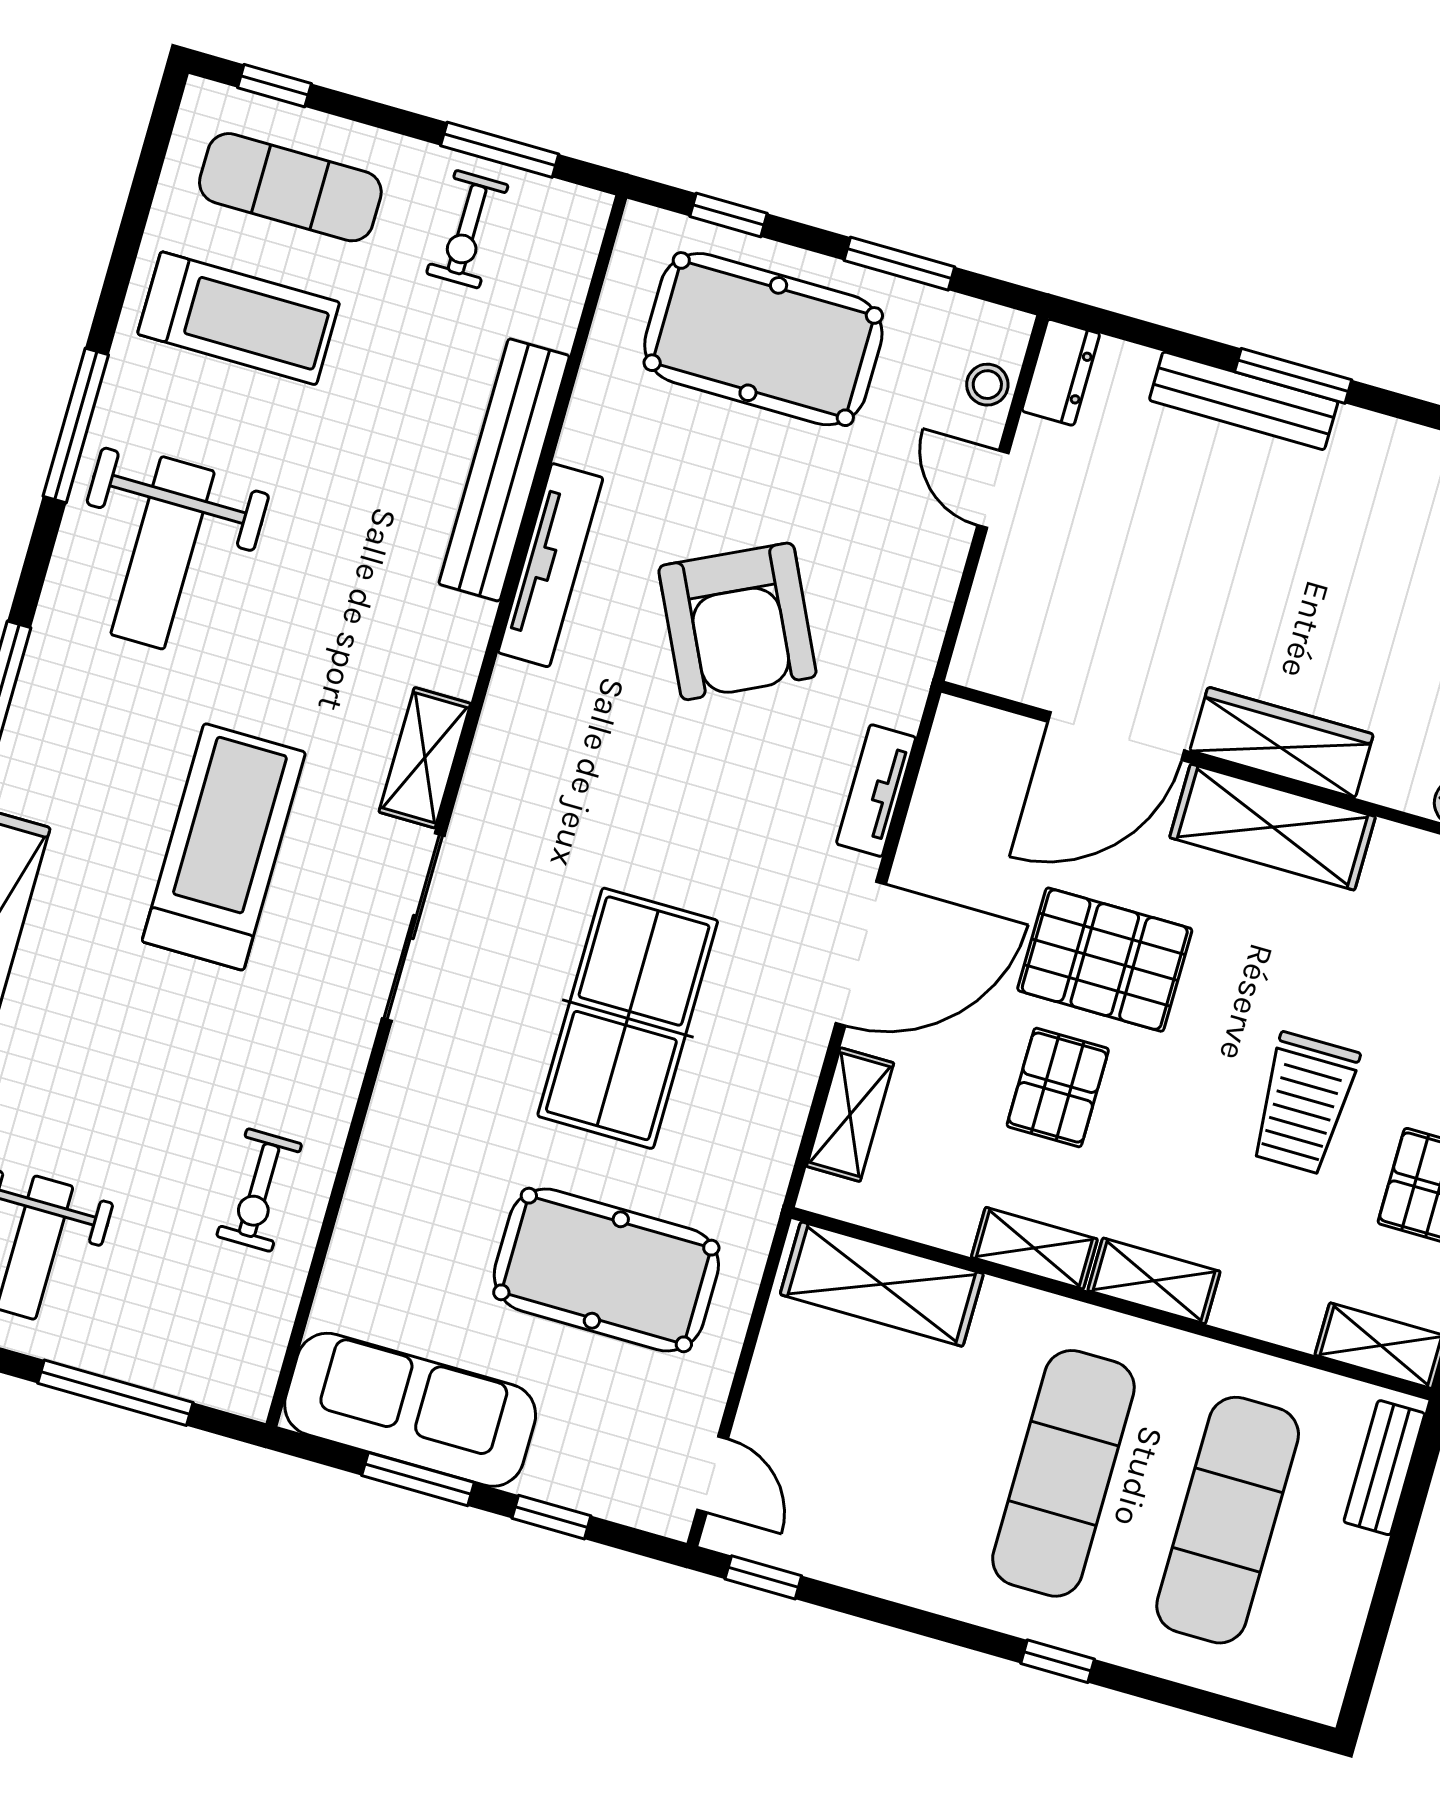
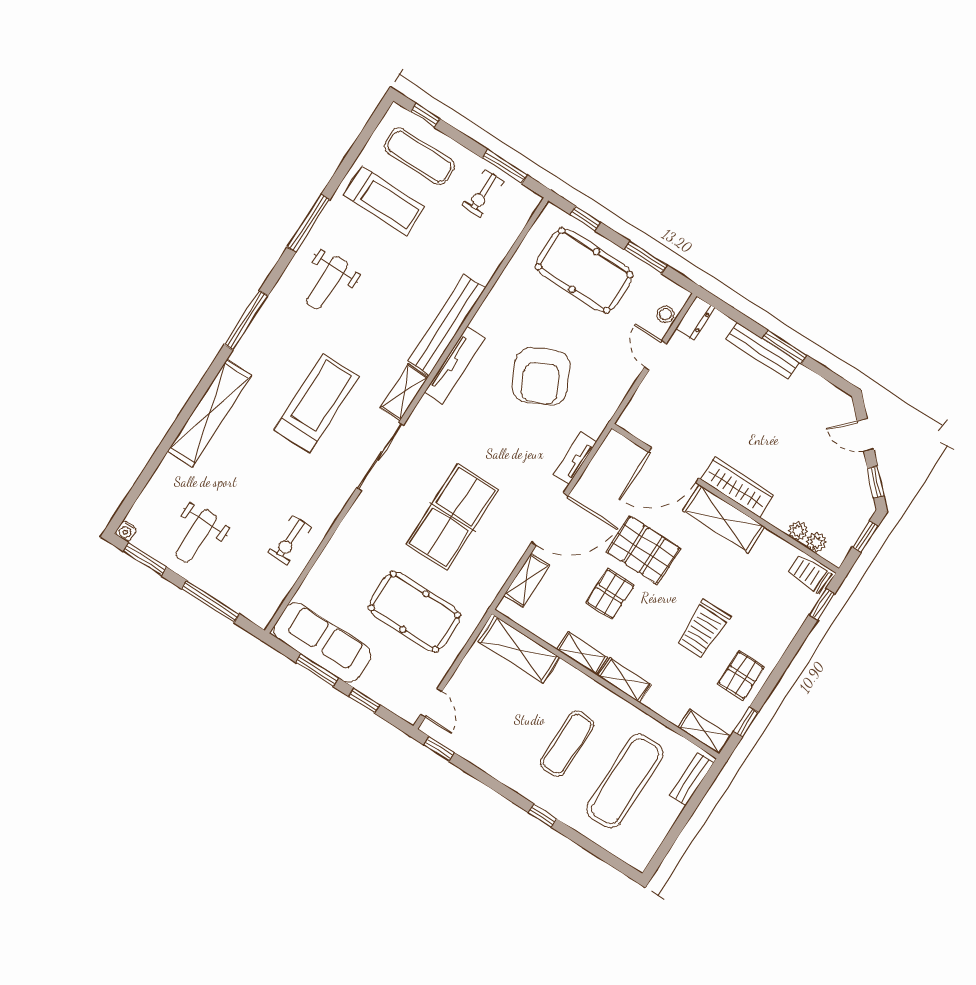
bench: (504, 470) -> (447, 325), moved
weight bench: (163, 553) -> (327, 283), width x0.73, depth x0.75
tv unit: (550, 565) -> (455, 365), moved
exercise mat: (1063, 1473) -> (567, 744), width x0.73, depth x0.69

